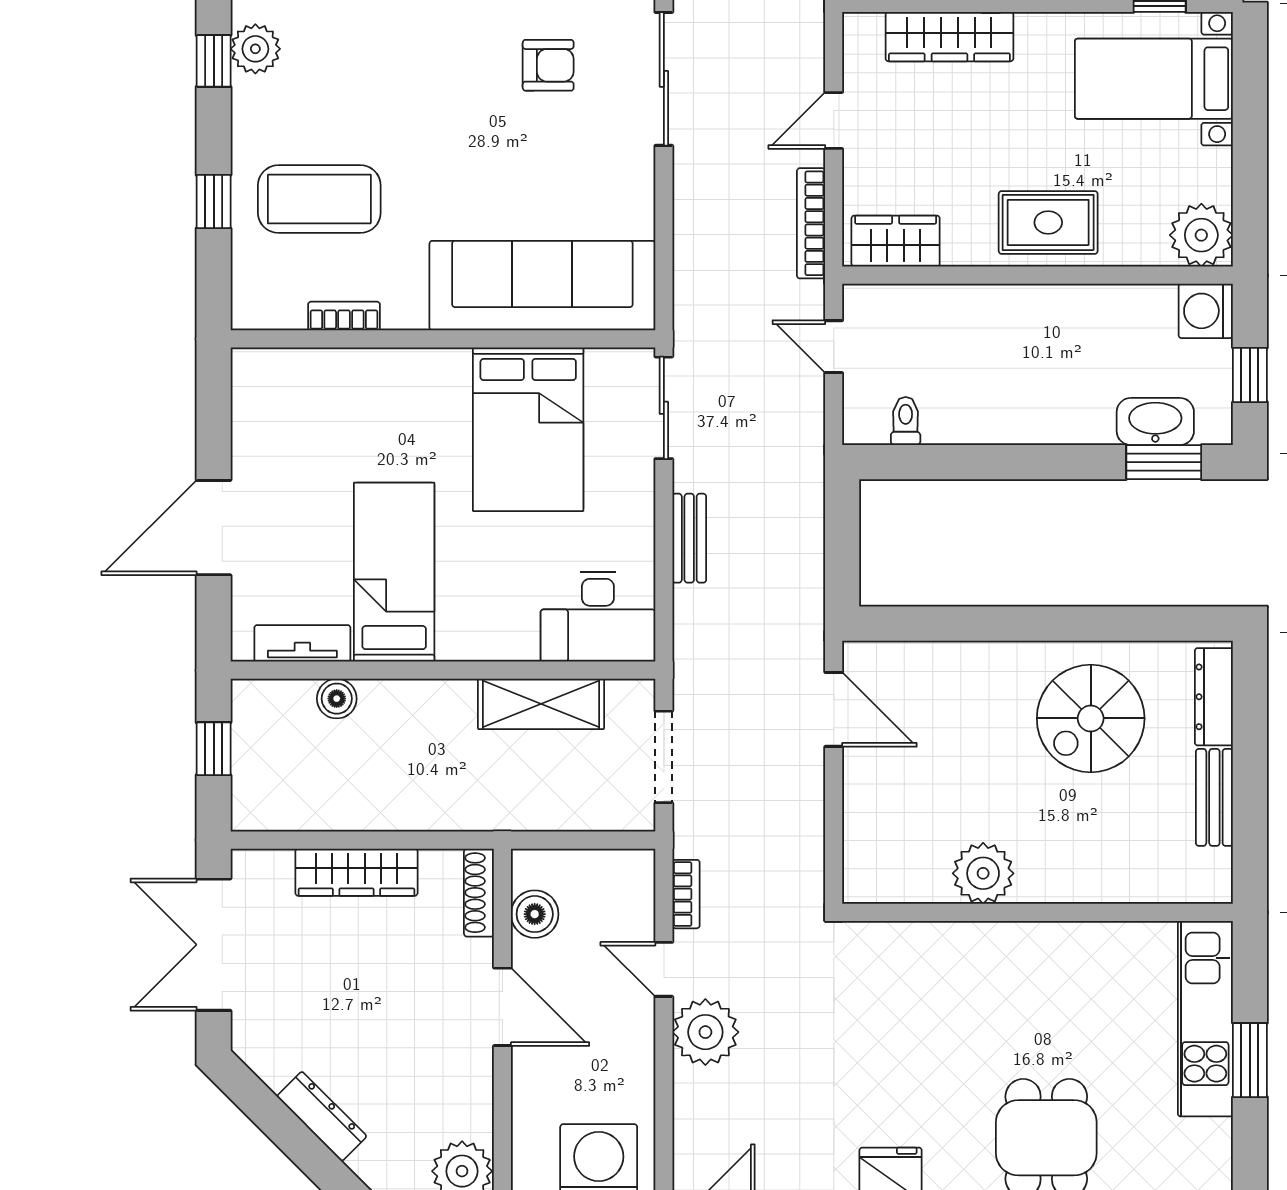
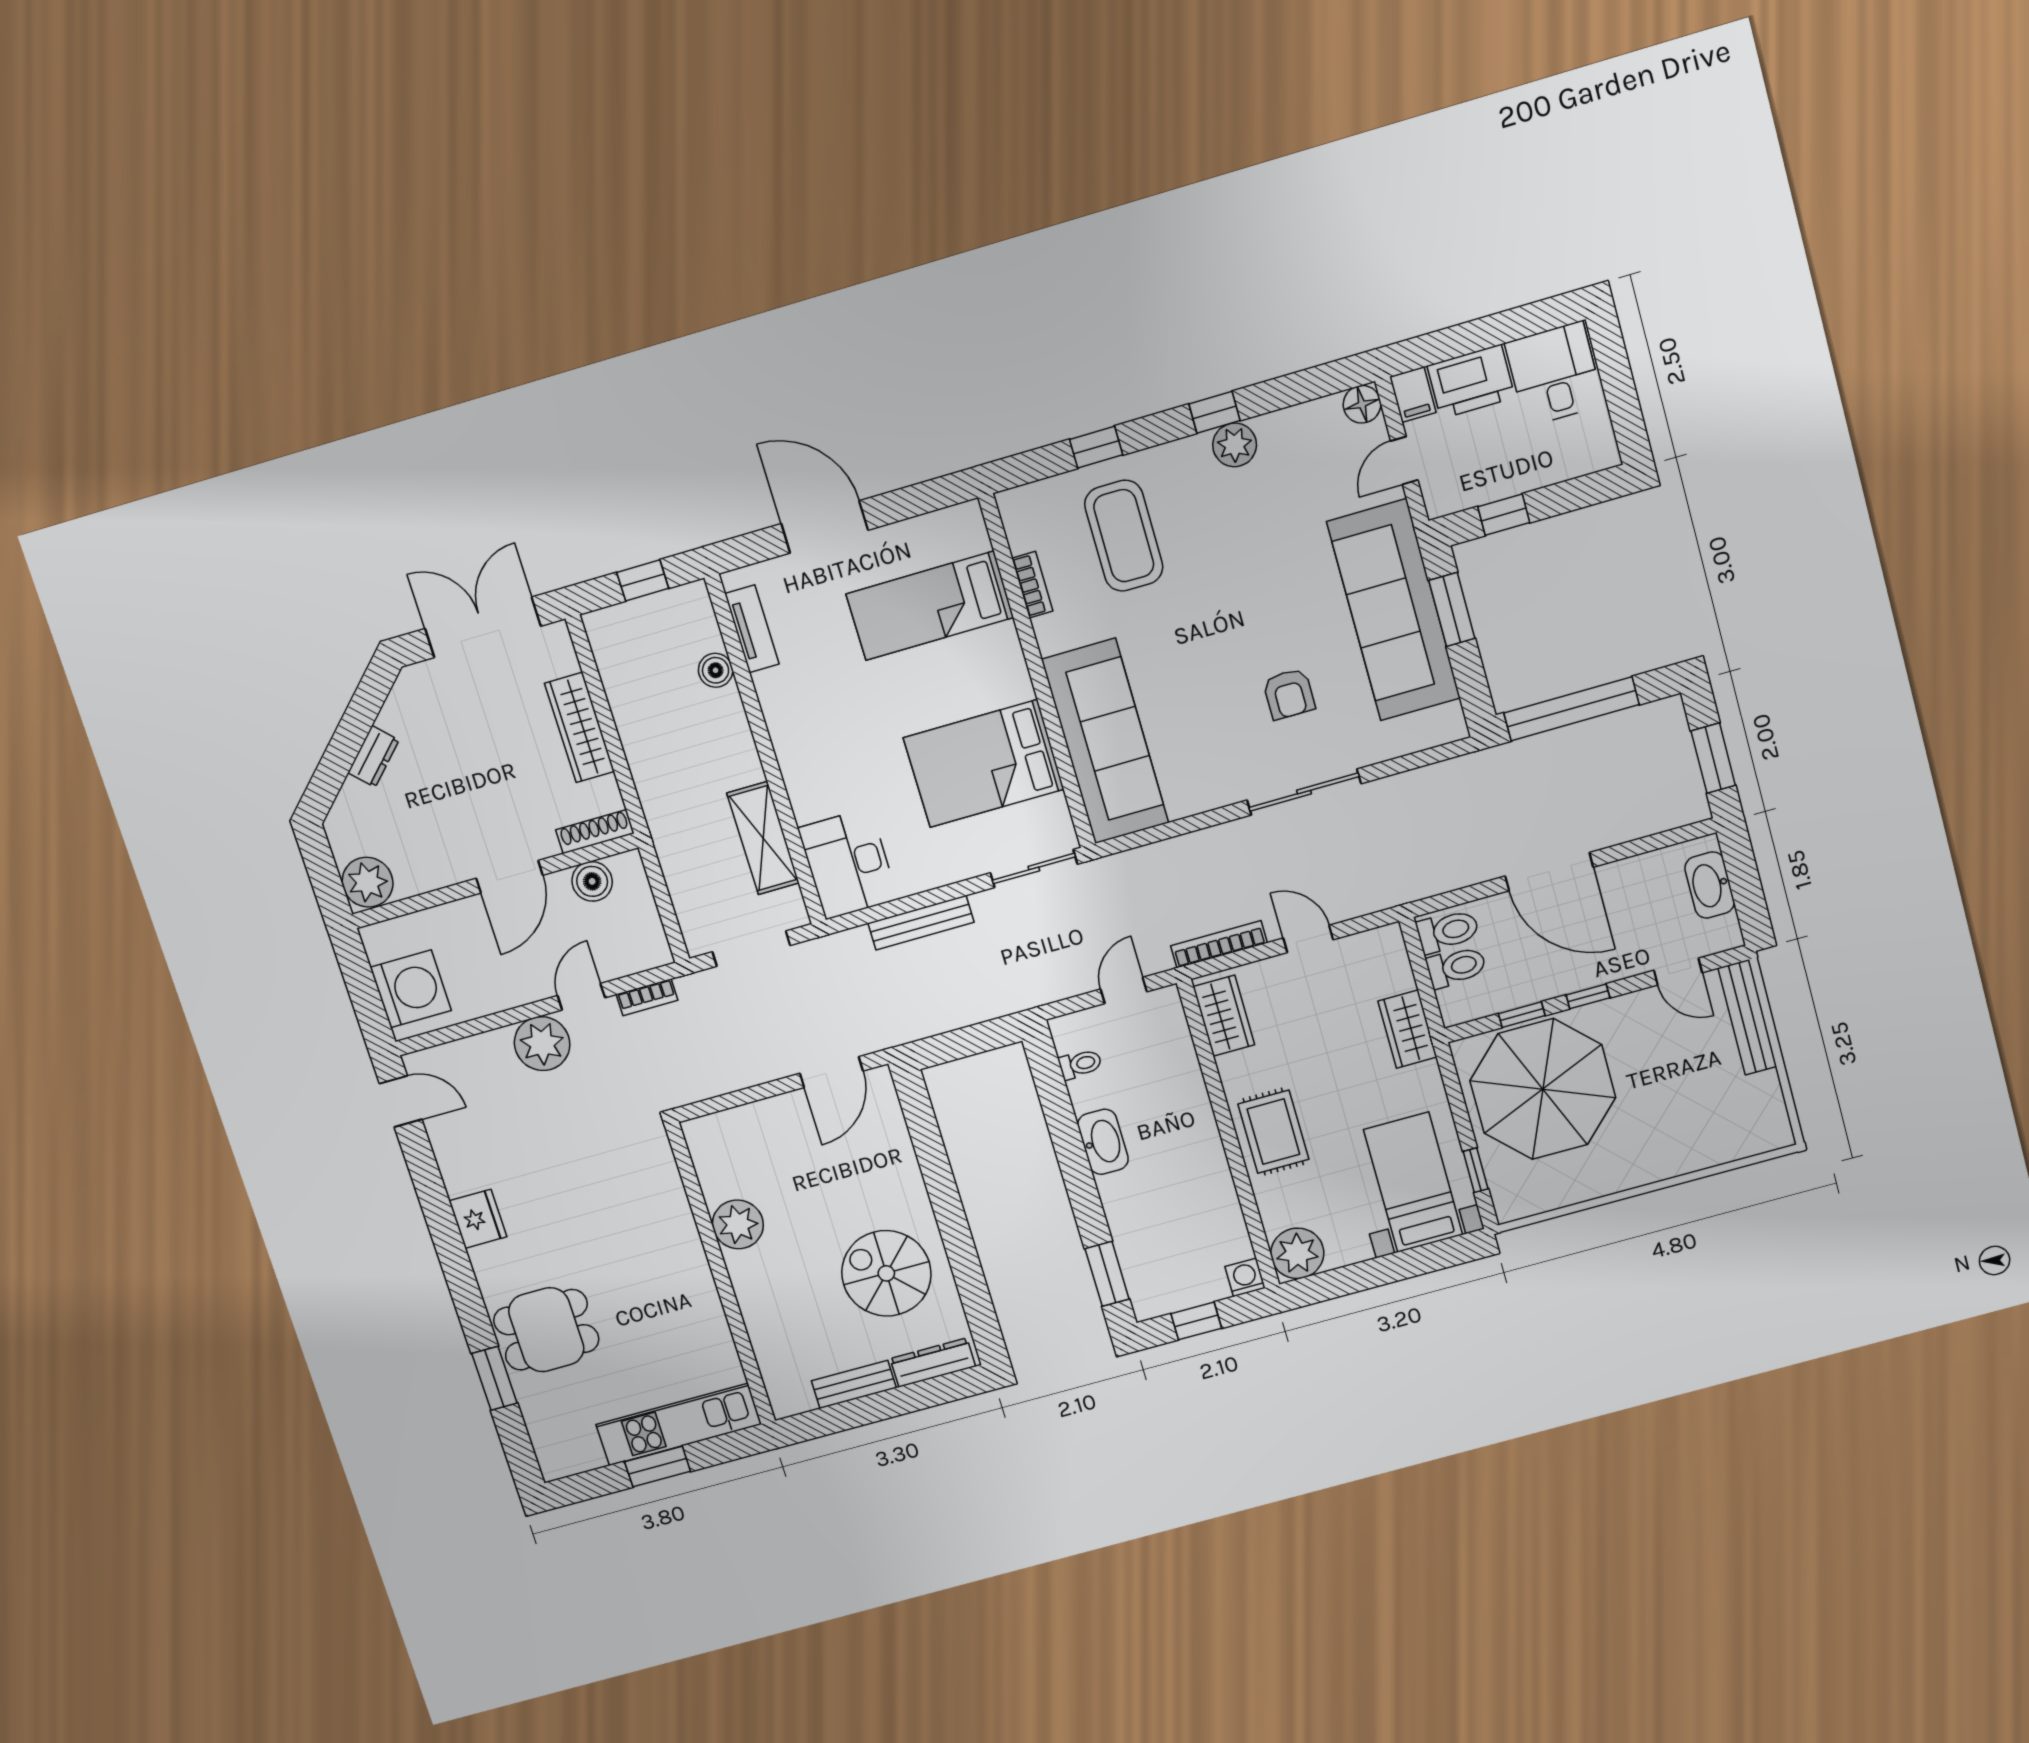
wardrobe: (949, 37) -> (1407, 1029), width x0.67
washing machine: (1206, 311) -> (1245, 1277), width x0.73, depth x0.73
washbasin: (1155, 422) -> (1103, 1142), moved
bench: (689, 538) -> (921, 923), width x1.36
bed: (394, 572) -> (930, 606), moved, turned 180
dresser: (322, 1116) -> (373, 756), width x0.70

